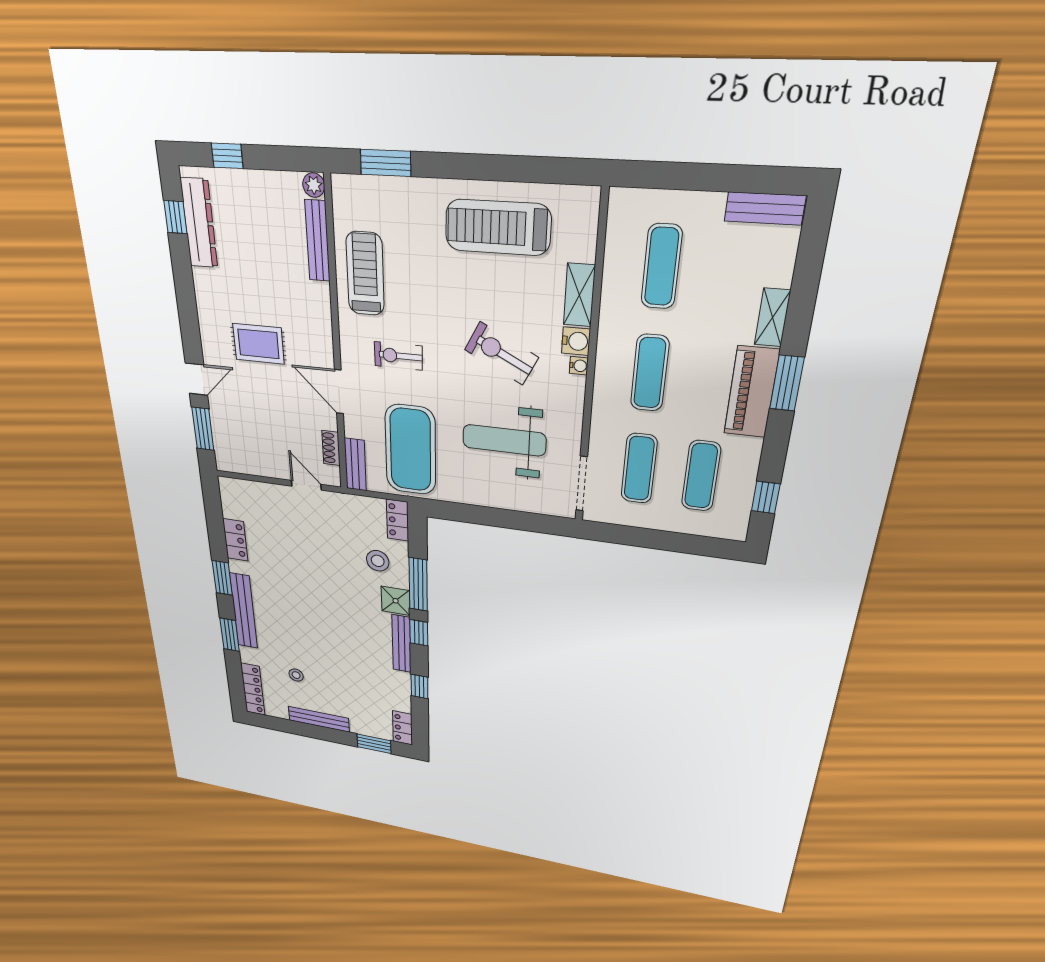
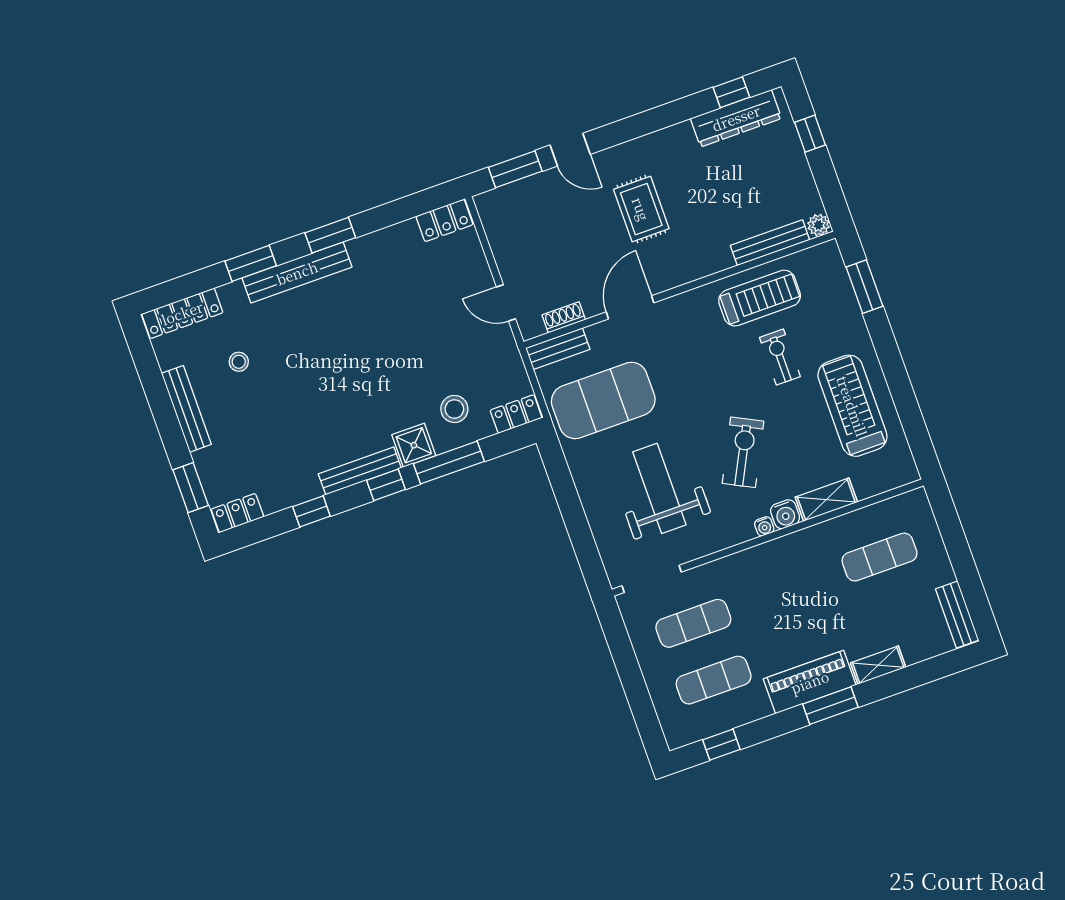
exercise bike: (398, 356) -> (780, 357), moved
exercise mat: (650, 373) -> (786, 590), removed
door: (306, 485) -> (506, 303), swing flipped
locker: (235, 540) -> (444, 220), moved

